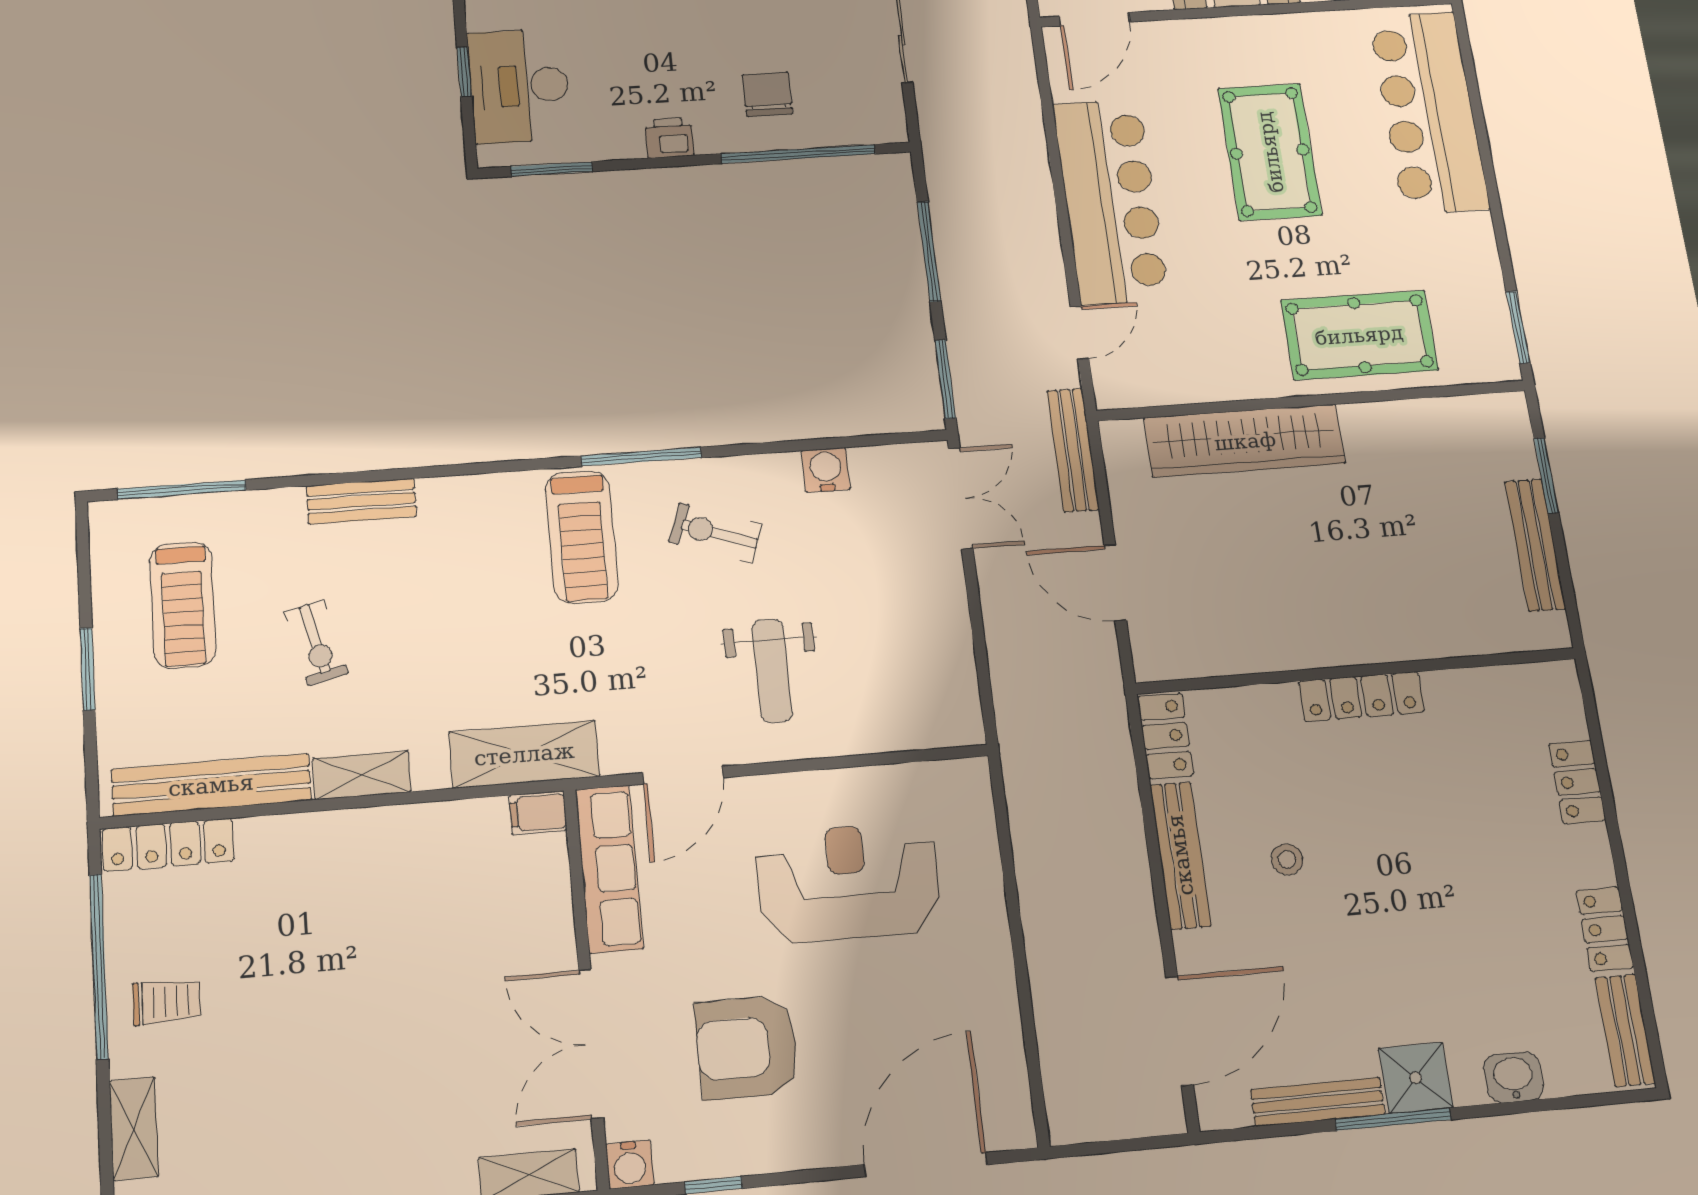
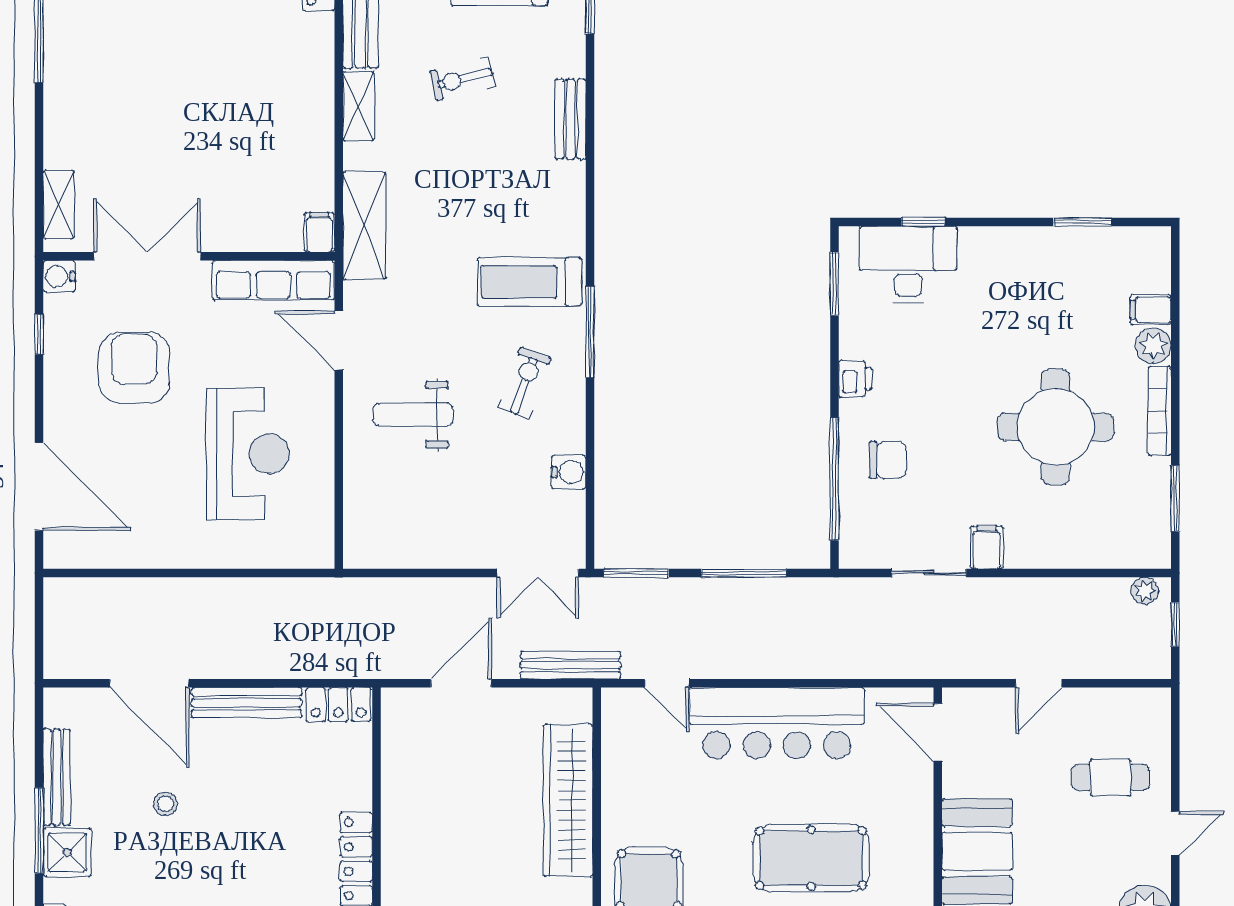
stool: (1287, 859) -> (165, 804), moved
door: (1179, 1031) -> (149, 683), moved

